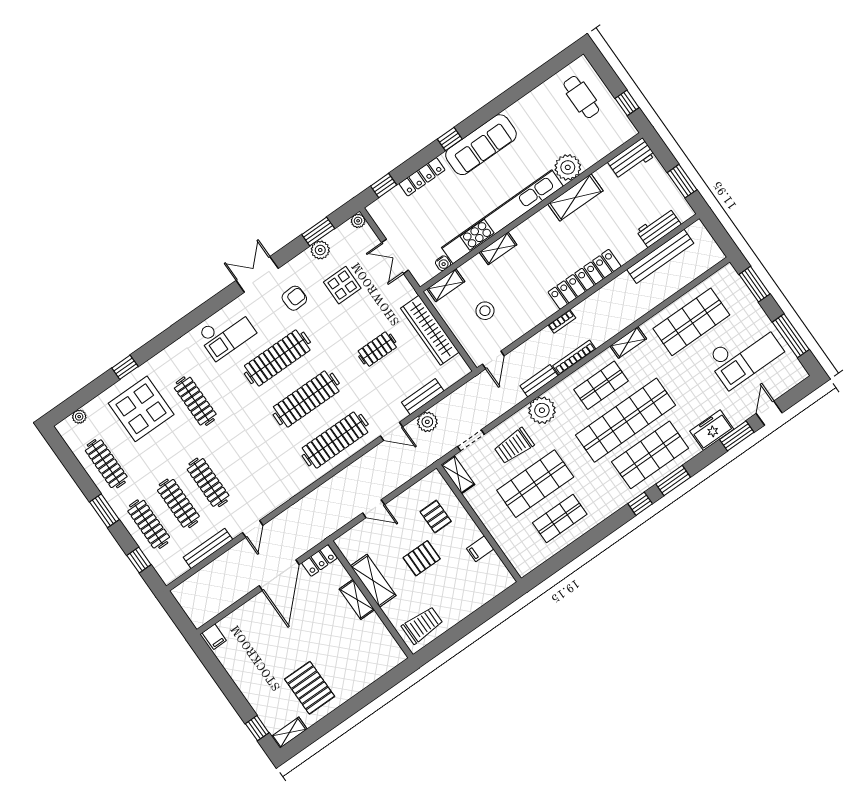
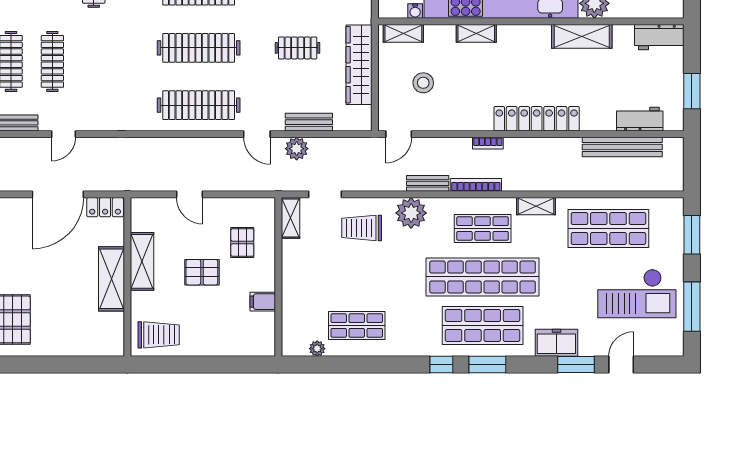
shop shelf: (535, 484) -> (357, 277), removed
plant: (543, 555) -> (317, 349), added
shelving: (357, 599) -> (111, 279), width x1.50, depth x1.33

